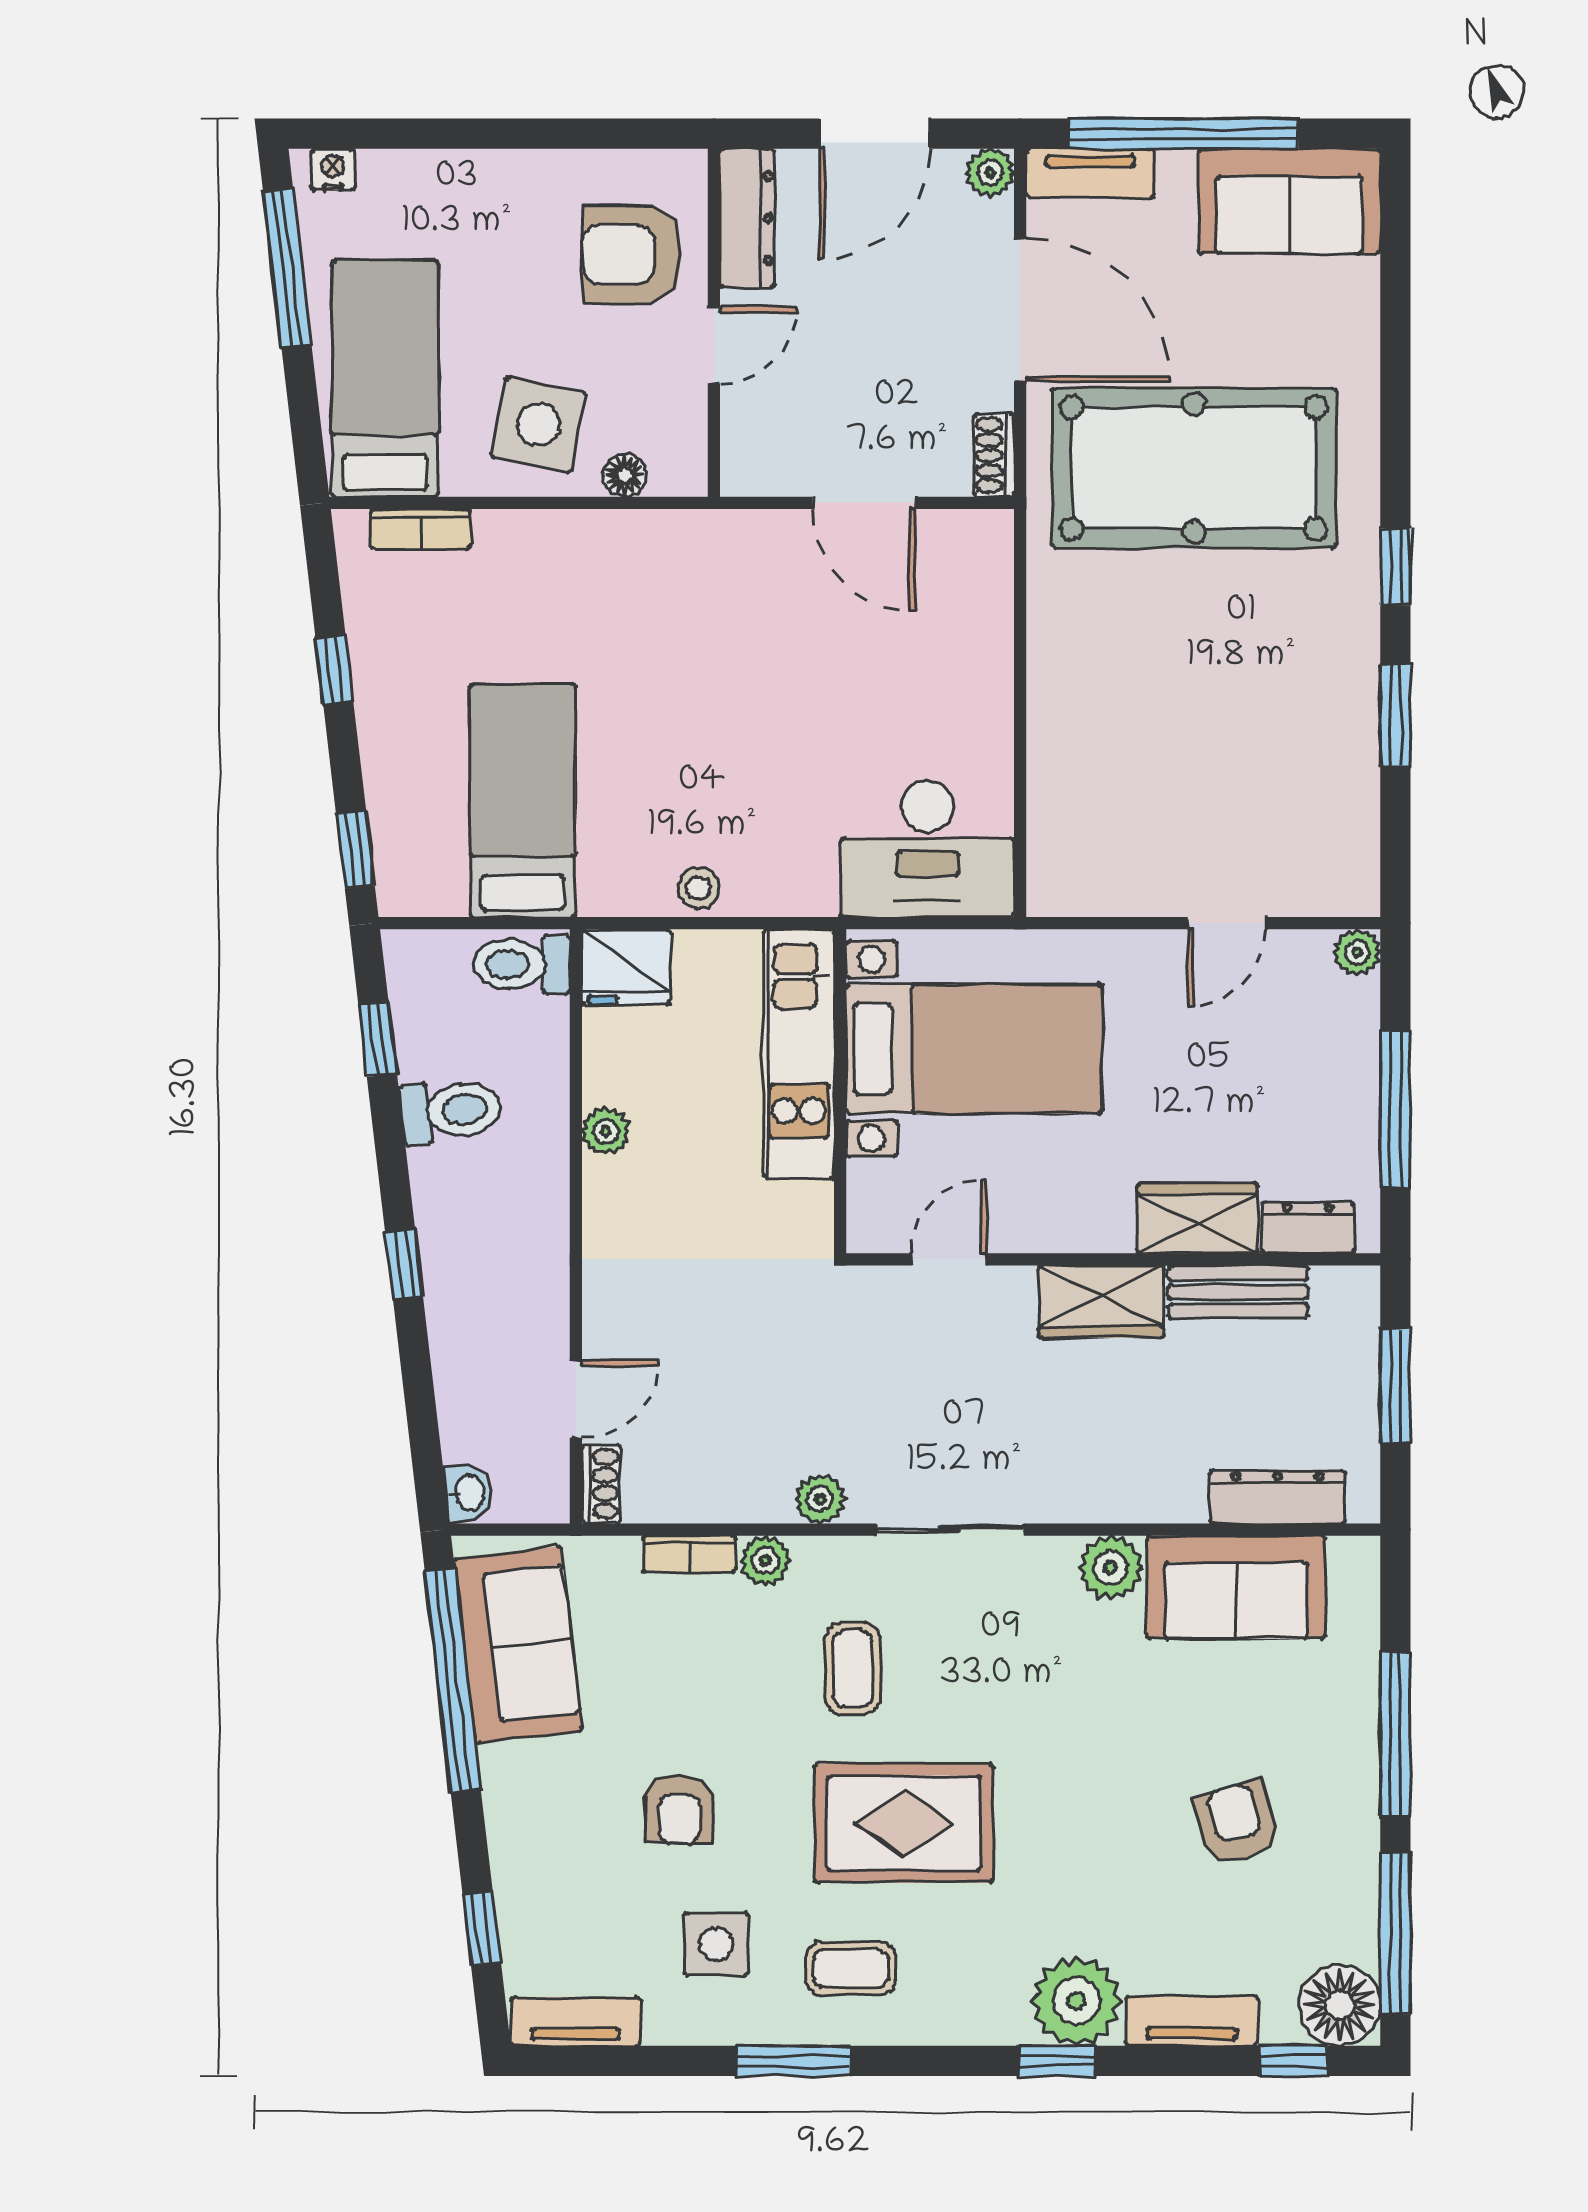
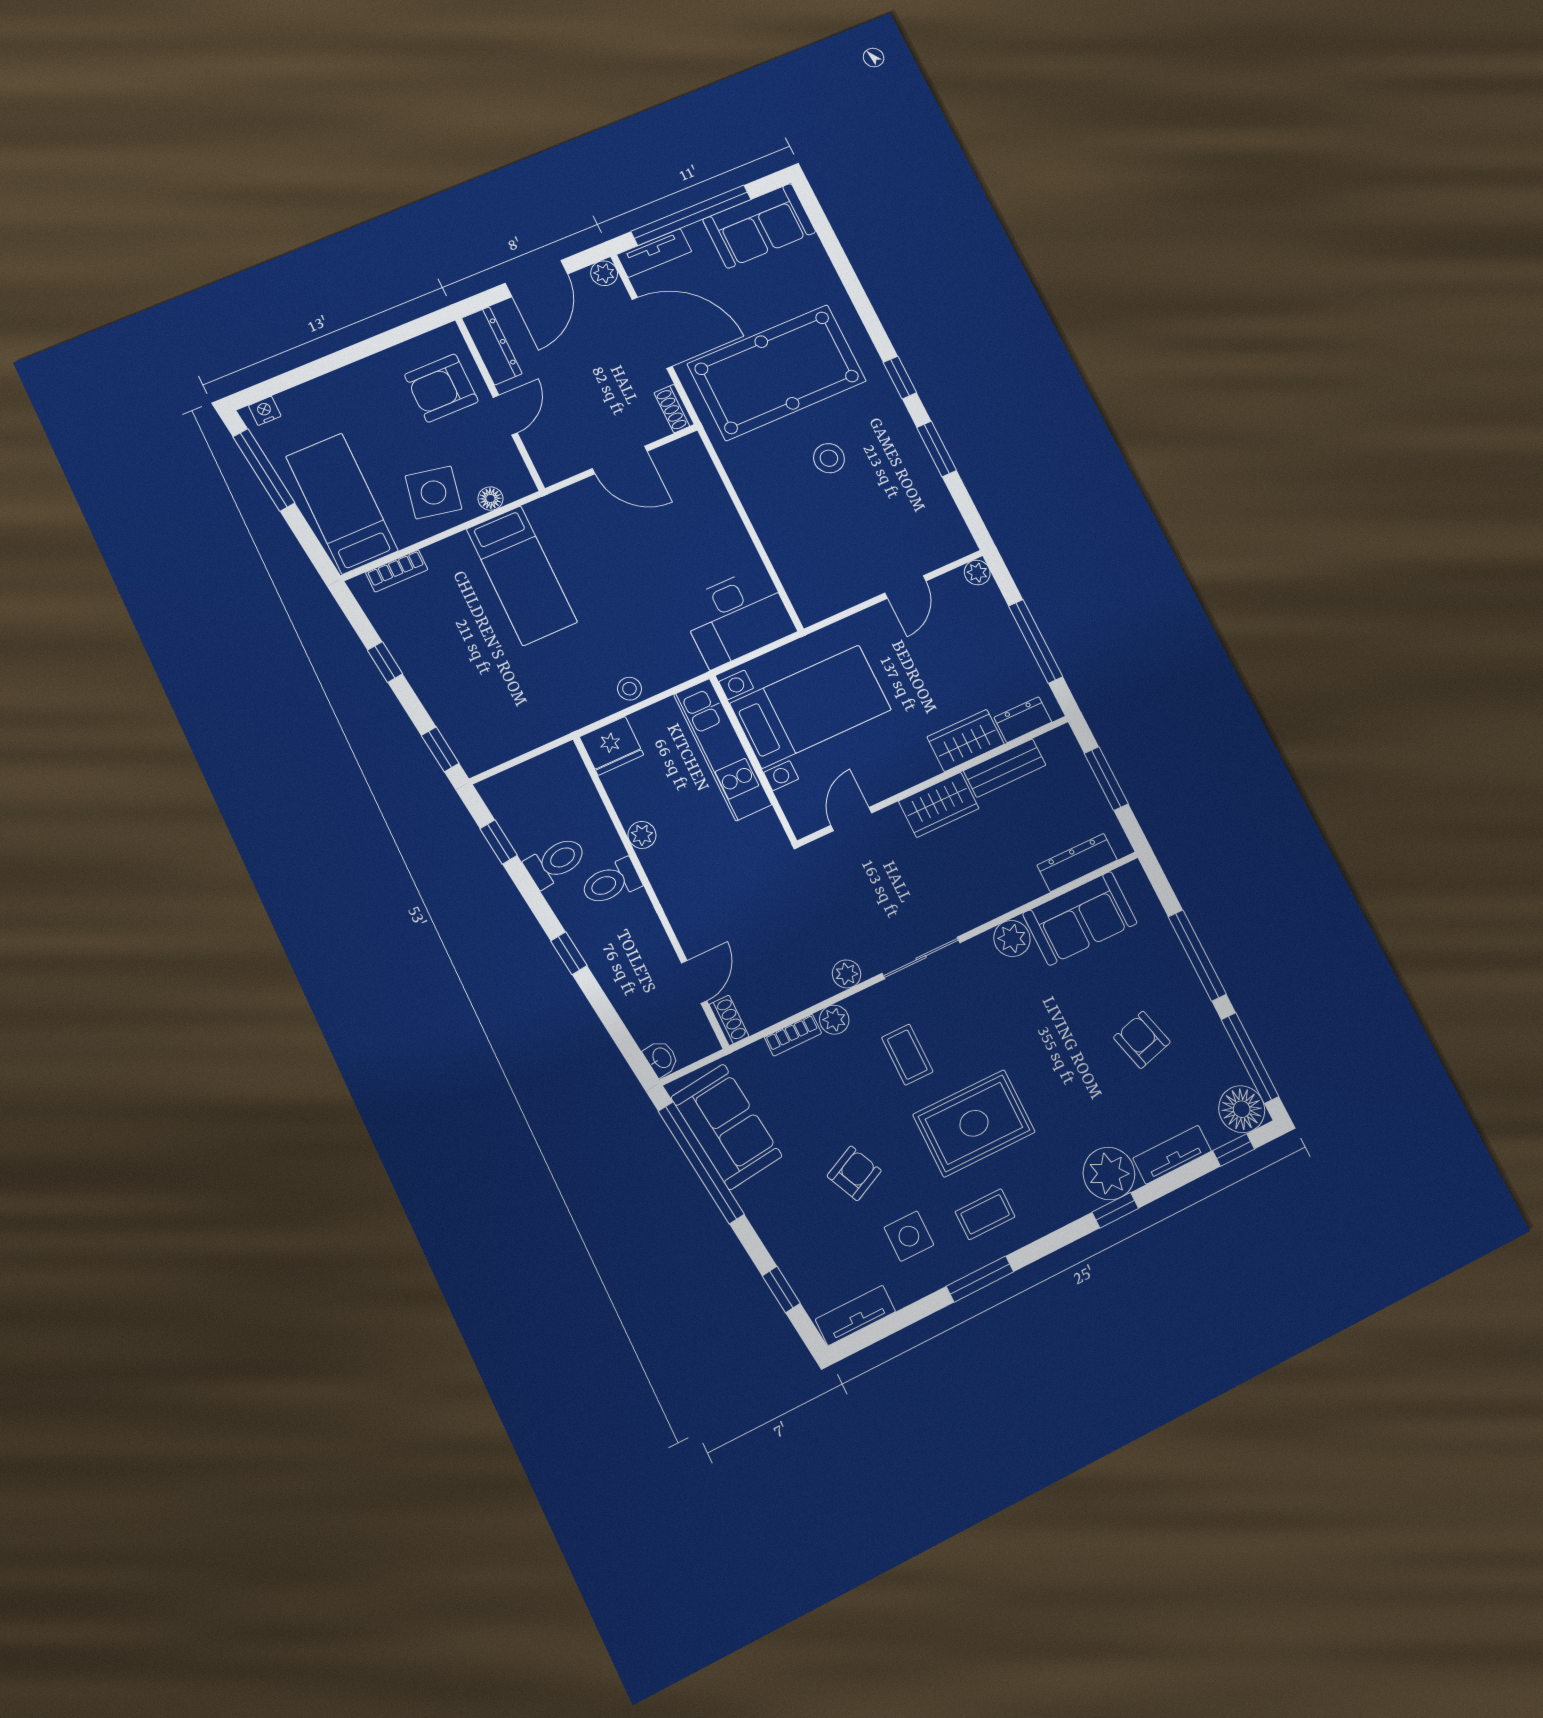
stool: (1208, 652) -> (829, 458), added
bed: (523, 801) -> (522, 576), moved, turned 180
toilet: (522, 964) -> (611, 882), moved
armchair: (679, 1809) -> (854, 1173), turned -115

